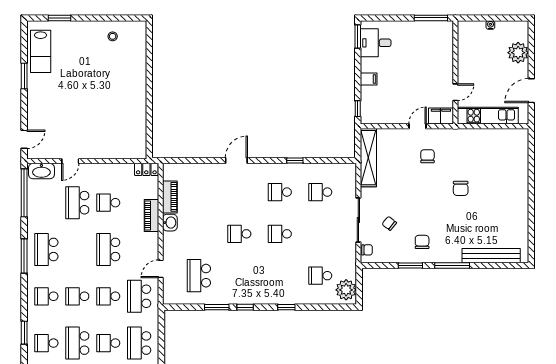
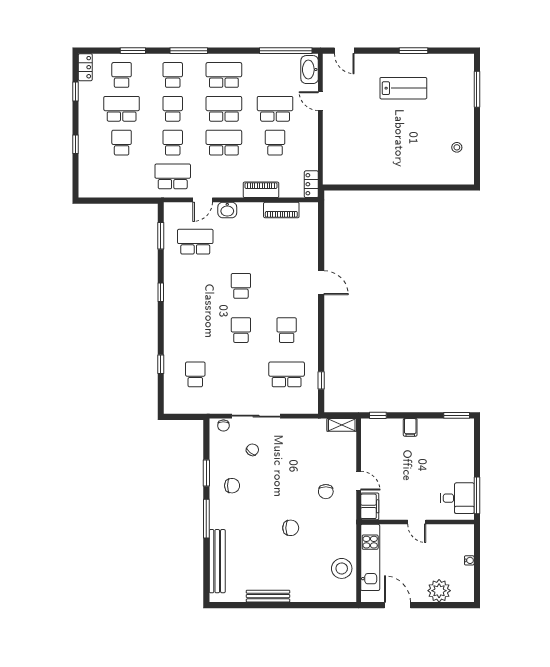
window: (60, 18) -> (477, 89), width x1.44
desk: (376, 43) -> (457, 498), moved, turned 90
lab bench: (41, 51) -> (403, 88), moved, turned 180
door: (455, 92) -> (417, 522), moved
stool: (498, 142) -> (342, 568), added
chair: (427, 156) -> (326, 492), turned 90
shelving: (368, 158) -> (342, 425), width x0.45, depth x0.75
window: (295, 161) -> (321, 380), moved
chair: (461, 188) -> (291, 528), turned 180
school desk: (320, 192) -> (287, 374), width x1.85
bench: (523, 209) -> (268, 596), added
washbasin: (170, 223) -> (227, 210), moved
window: (24, 256) -> (189, 51), moved
door: (161, 269) -> (203, 200), swing flipped
plant: (346, 290) -> (180, 403), removed
window: (217, 307) -> (161, 236), moved
window: (286, 307) -> (161, 364), moved
school desk: (139, 343) -> (224, 109), moved

